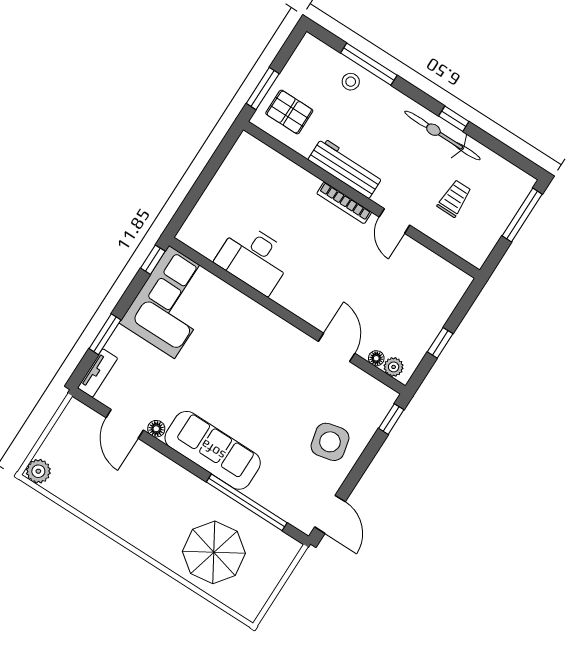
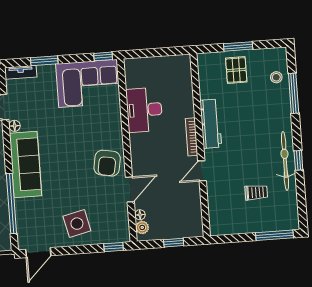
stool: (351, 82) -> (276, 77), moved
workbench: (346, 168) -> (211, 124), moved
wall: (362, 200) -> (200, 145), moved
bookcase: (344, 203) -> (192, 137), moved
door: (394, 221) -> (202, 171), moved
armchair: (285, 351) -> (107, 163), added

